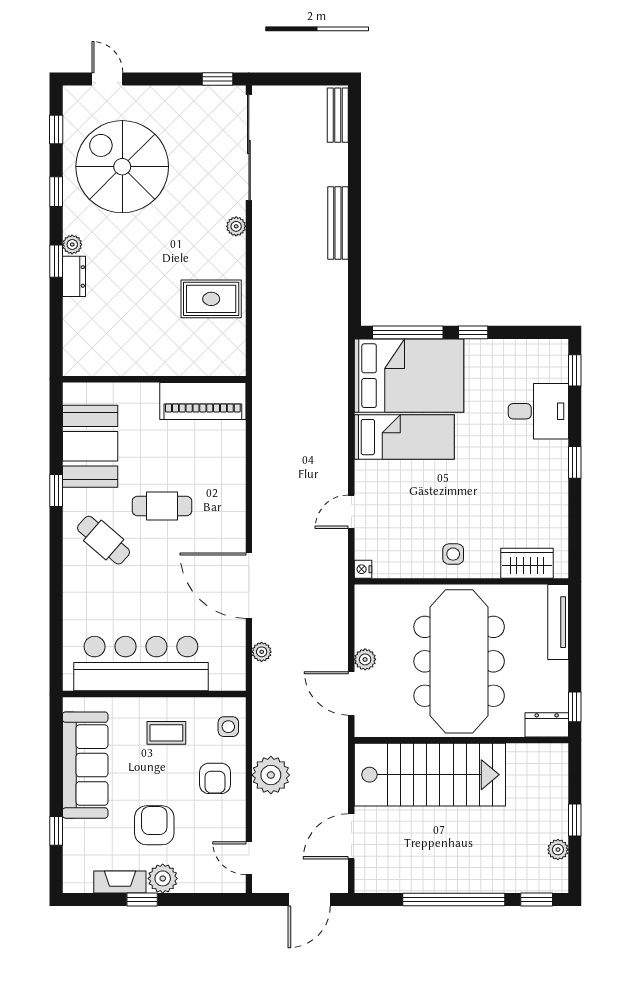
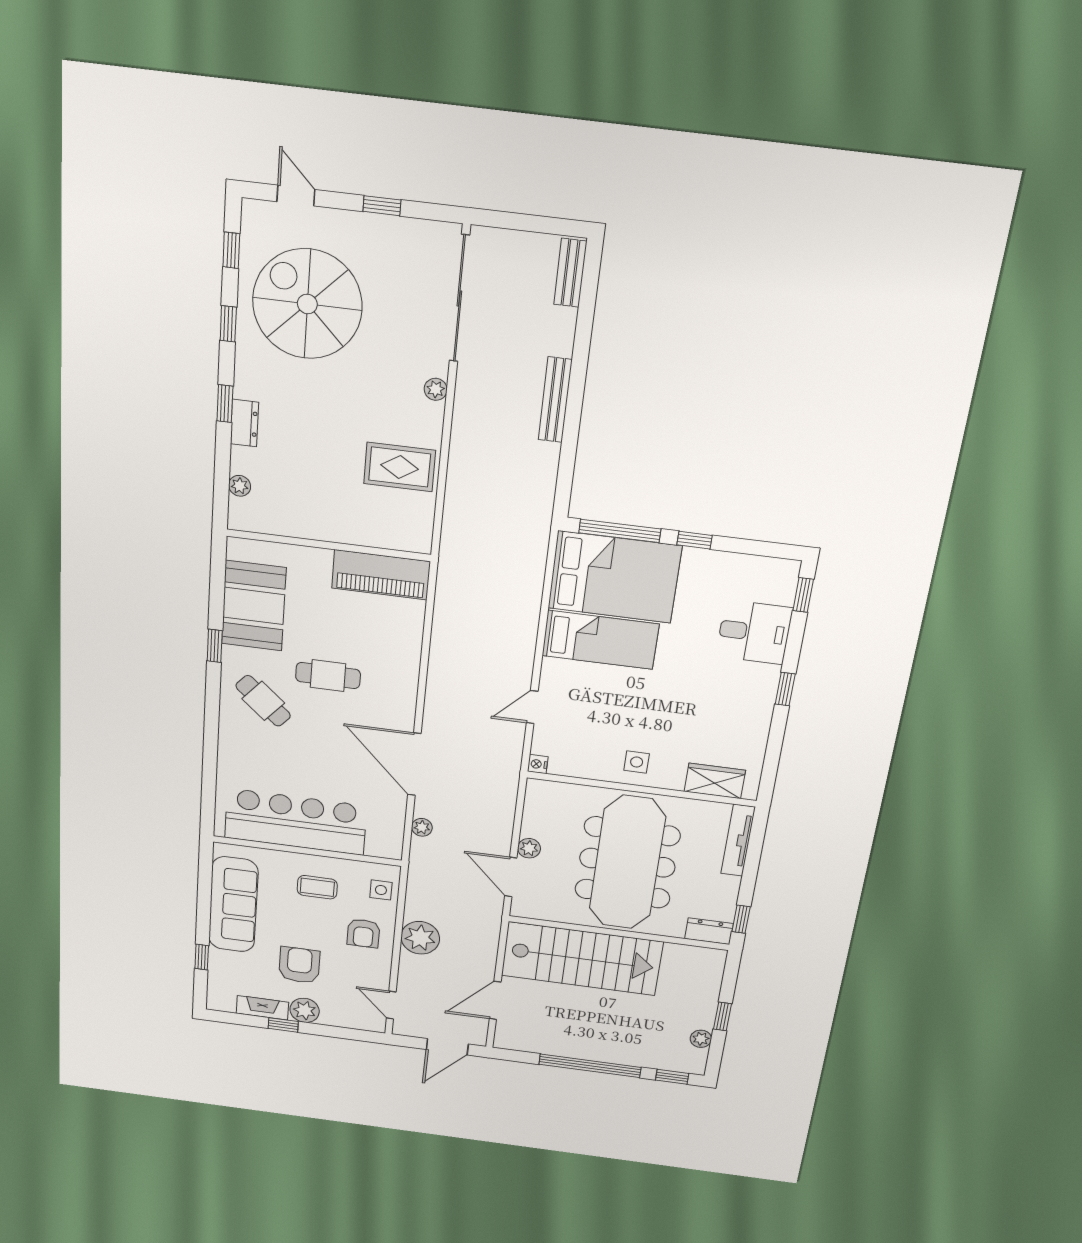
window: (217, 79) -> (382, 206), moved
plant: (72, 244) -> (240, 486), moved

